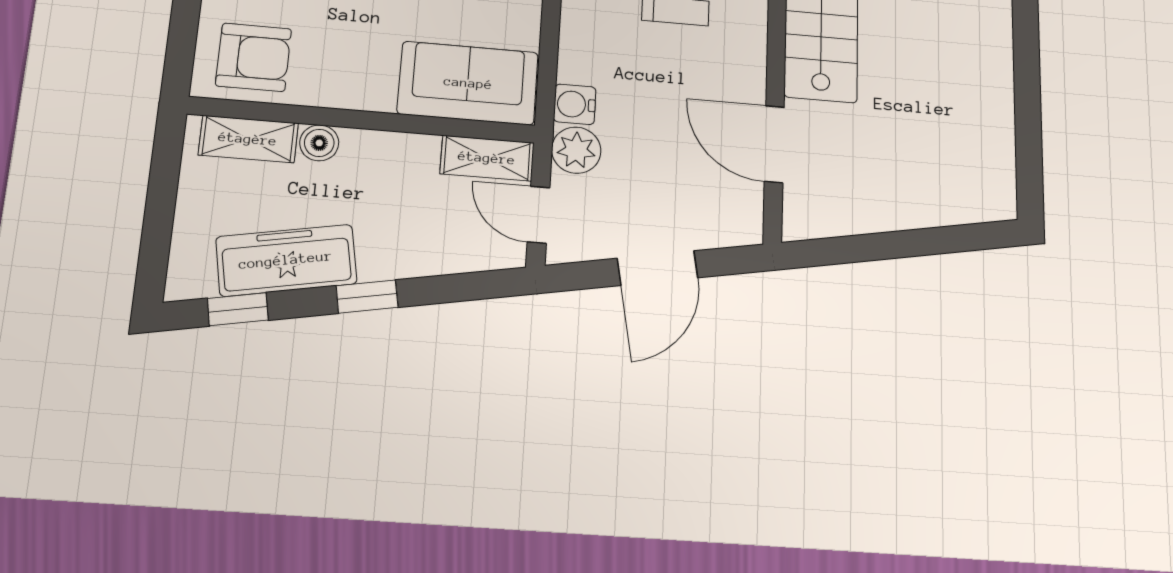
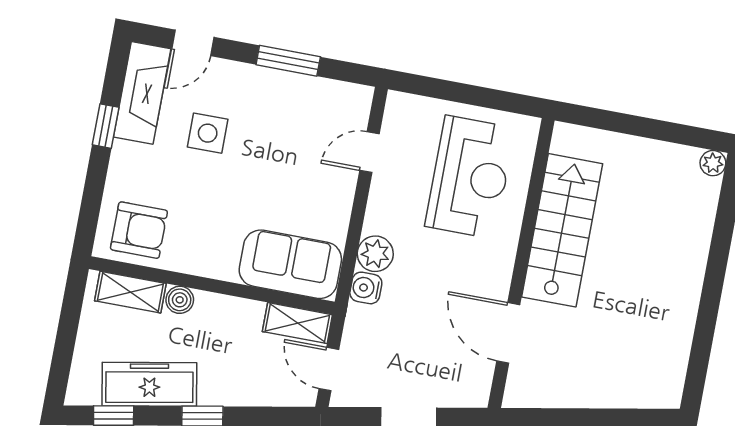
plant: (576, 150) -> (375, 254), moved

